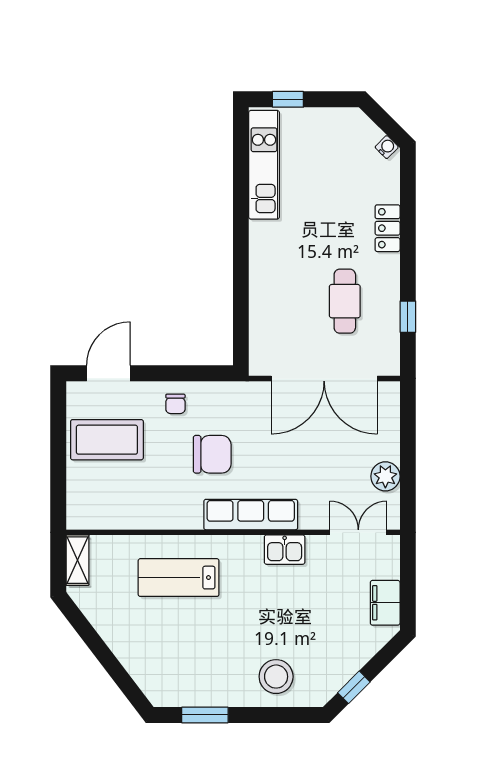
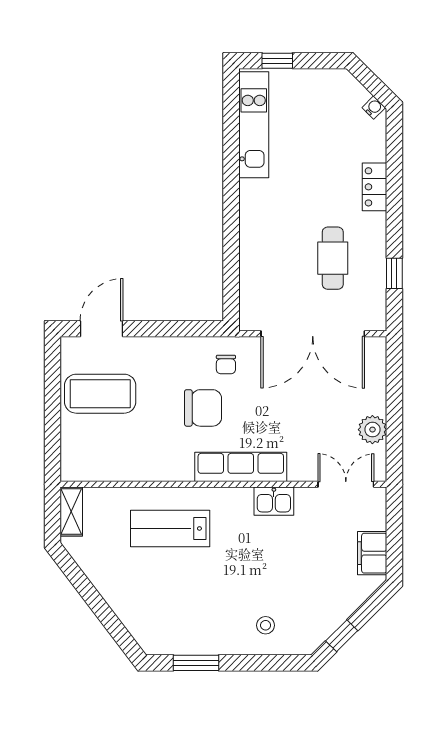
chair: (175, 404) -> (226, 365), moved
stool: (276, 677) -> (266, 625), width x0.53, depth x0.53

